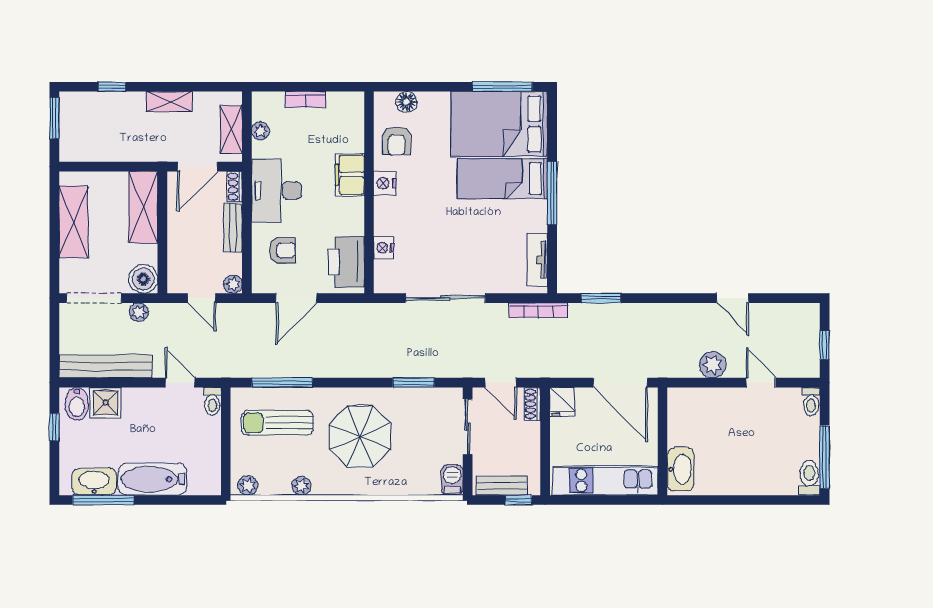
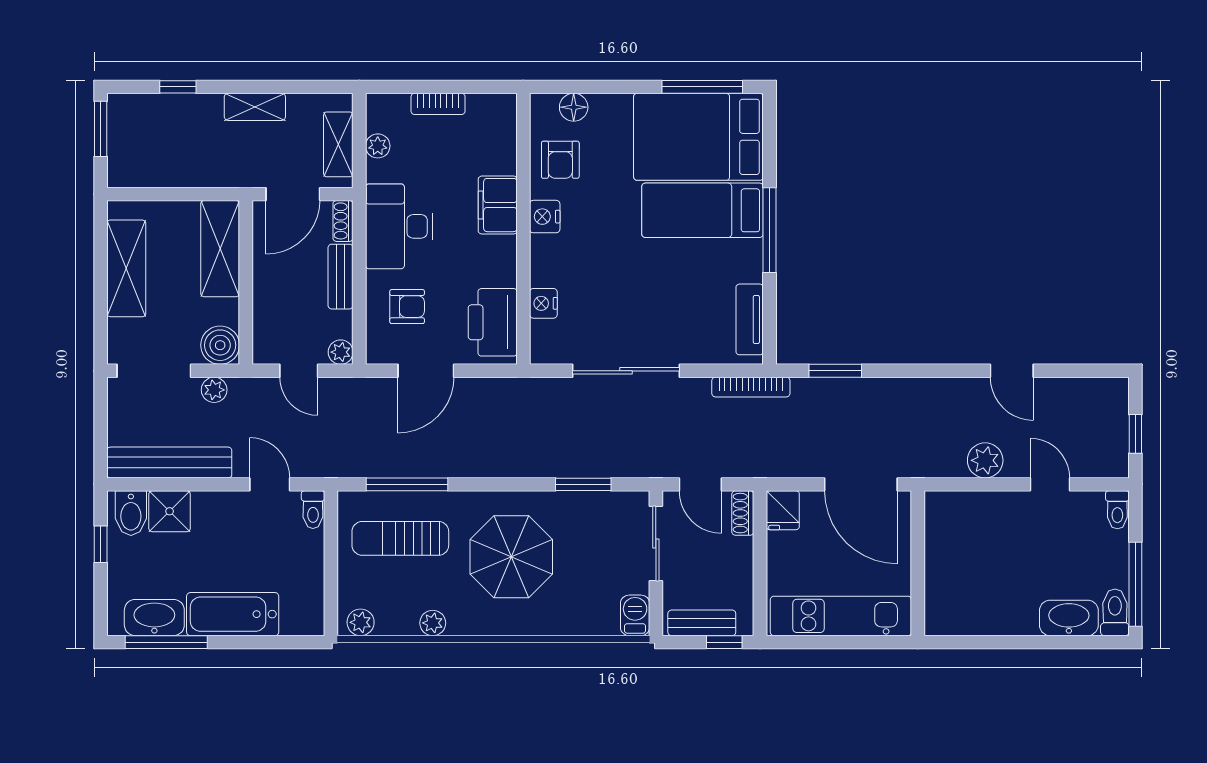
washbasin: (681, 469) -> (1069, 618), moved, turned -90

